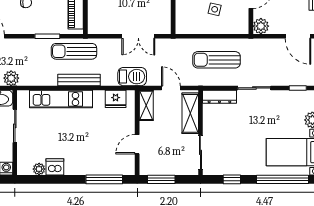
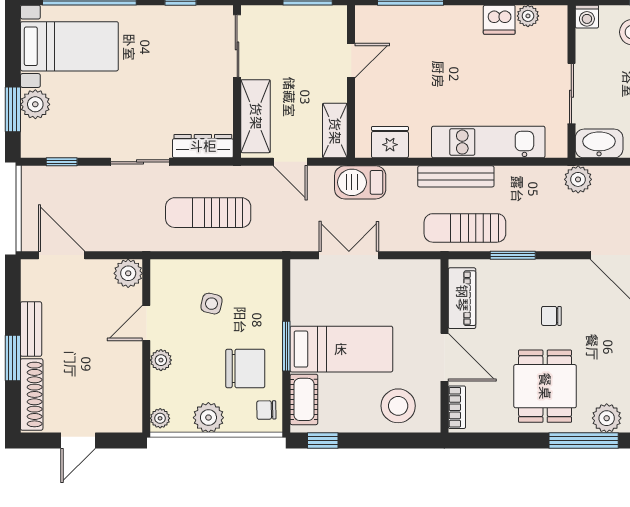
sun lounger: (74, 51) -> (465, 228), turned 180
sun lounger: (217, 60) -> (208, 213), turned 180

